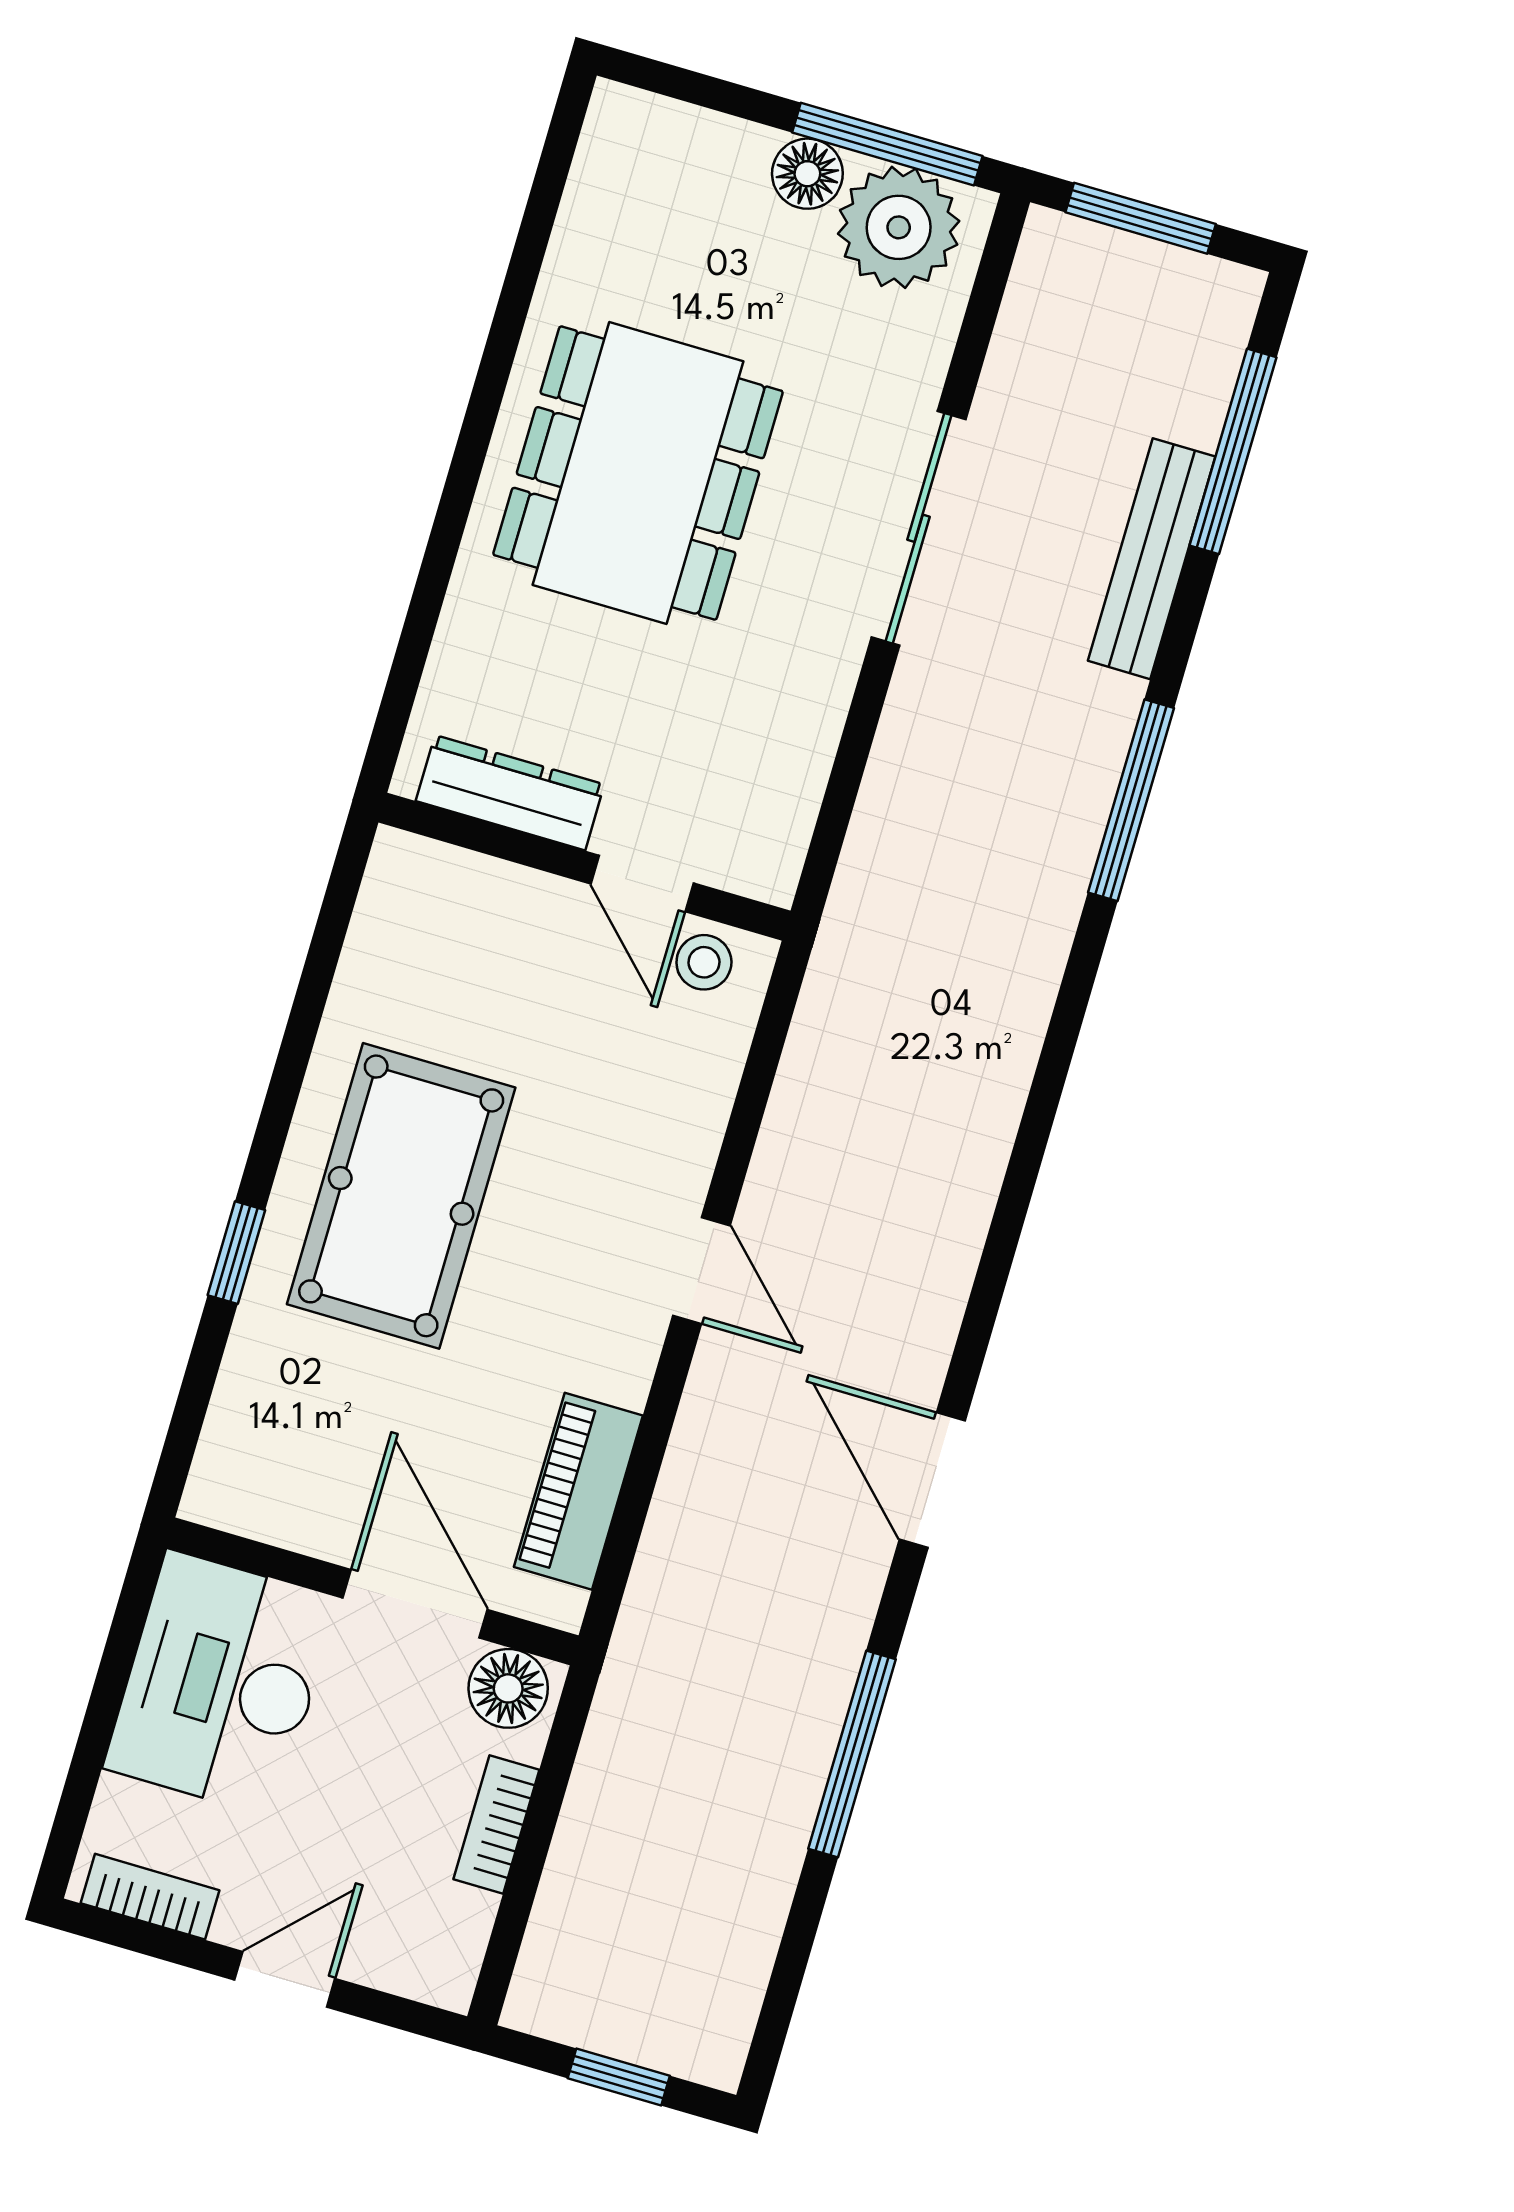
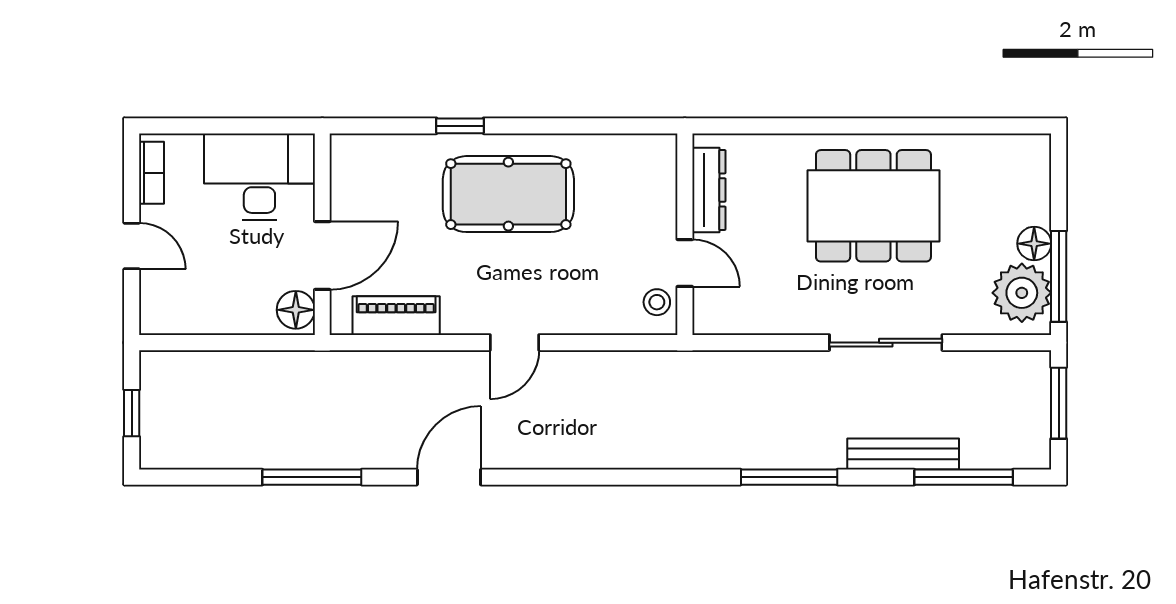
door: (642, 883) -> (685, 263), swing flipped
bookcase: (496, 1824) -> (232, 323), removed

